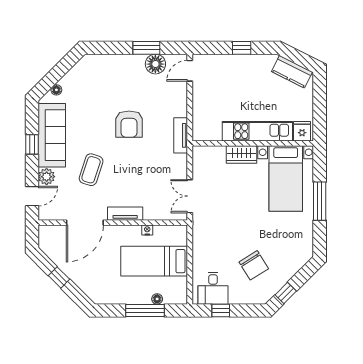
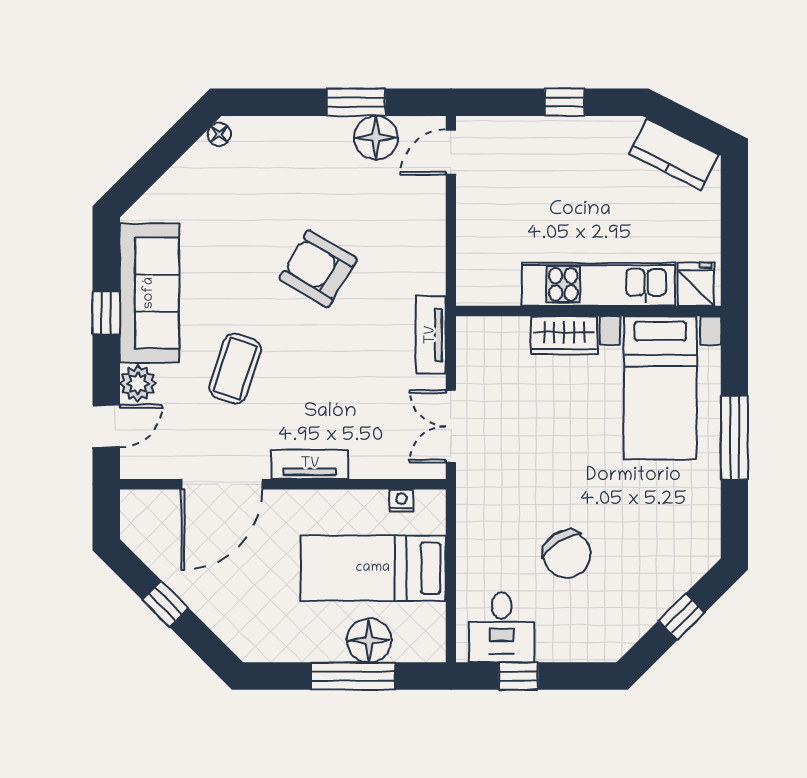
floor lamp: (56, 90) -> (219, 134), moved
armchair: (129, 124) -> (318, 269), turned 121
tv unit: (181, 135) -> (431, 335), moved
nightstand: (147, 230) -> (401, 500), moved
chair: (254, 265) -> (567, 554), moved
window: (286, 293) -> (682, 617), moved
floor lamp: (157, 299) -> (369, 640), width x1.89, depth x1.89

